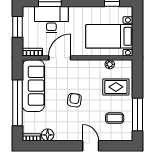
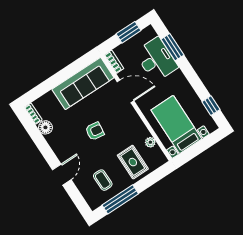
window: (17, 103) -> (57, 79), removed

